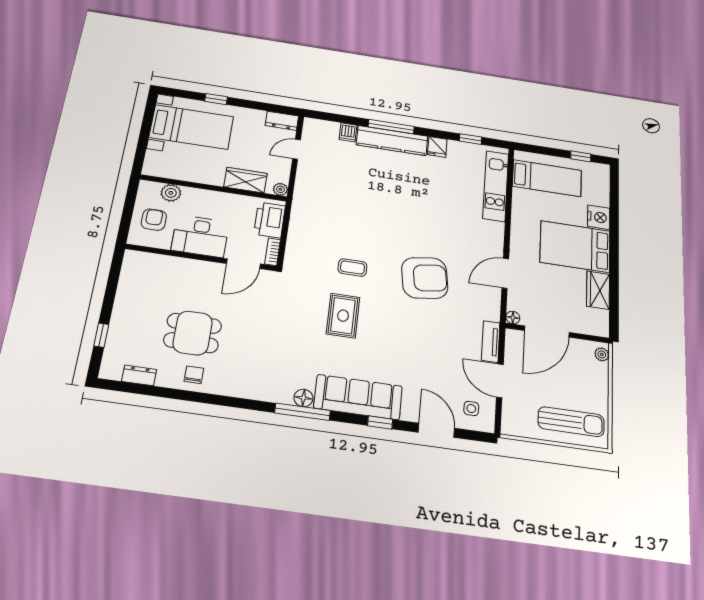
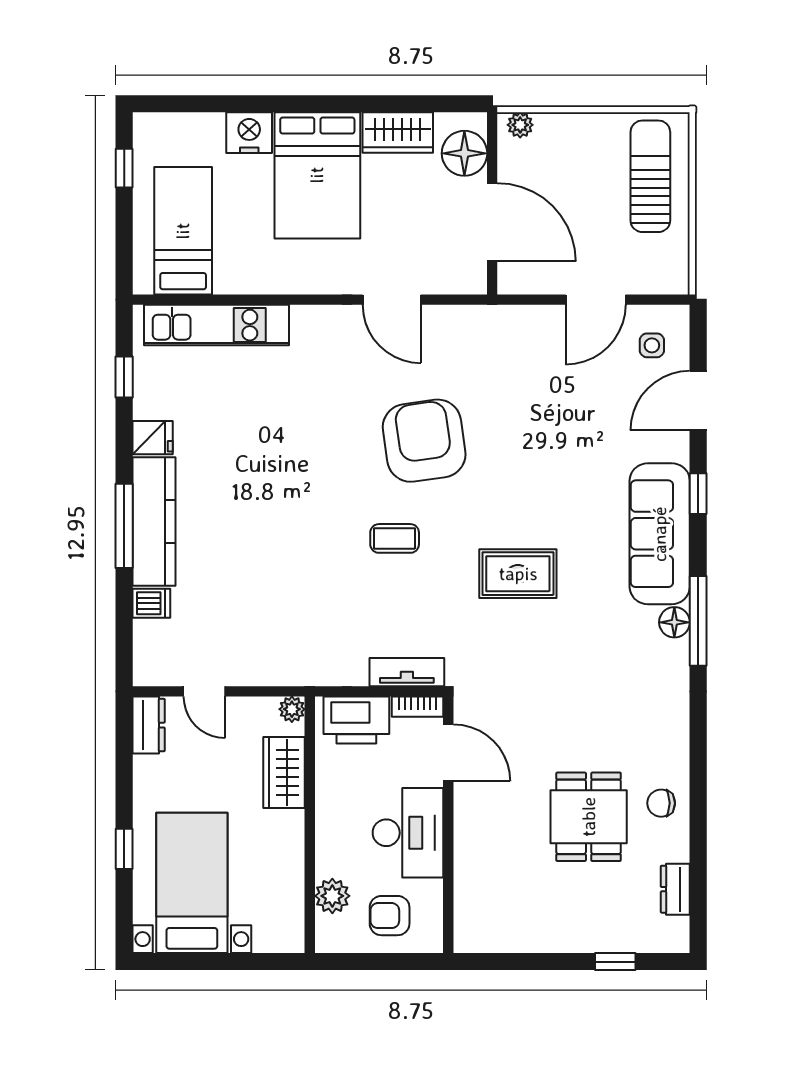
coffee table: (352, 268) -> (395, 538), moved, turned 90
floor lamp: (513, 318) -> (464, 153), moved, width x1.89, depth x1.89
tv unit: (491, 342) -> (407, 672), moved, turned 180

